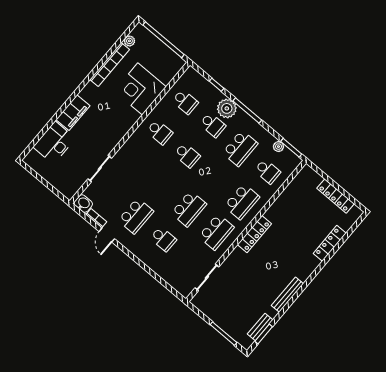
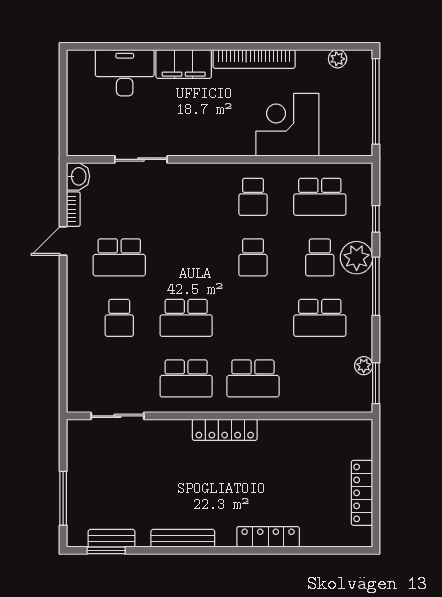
bookcase: (110, 64) -> (254, 59), moved
school desk: (185, 102) -> (320, 197), width x1.85
school desk: (267, 171) -> (320, 378), removed
locker: (330, 243) -> (268, 537), moved

